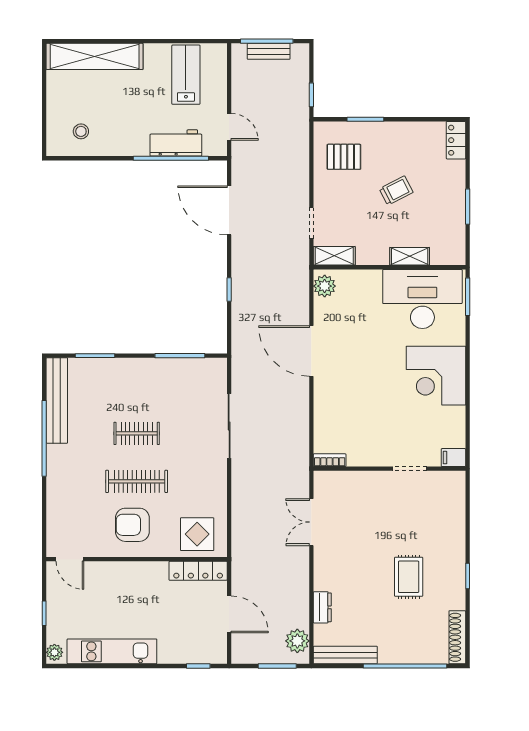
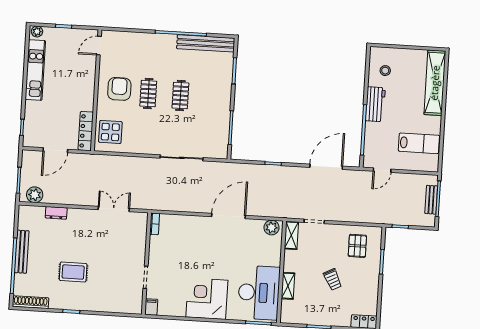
workbench: (176, 143) -> (375, 104), moved
clothes rail: (137, 481) -> (148, 94), width x0.73
bench: (345, 655) -> (22, 252), moved

